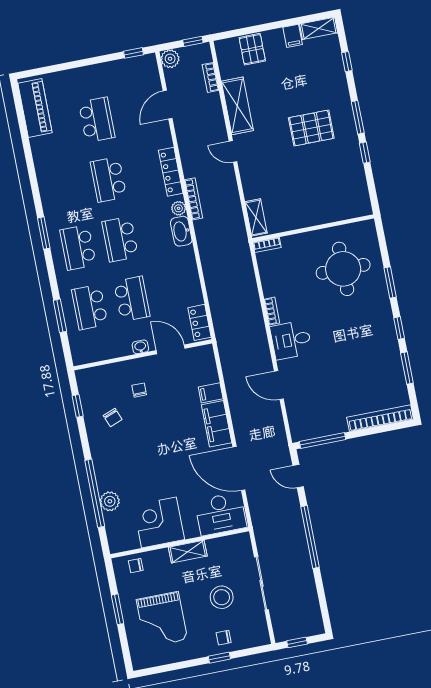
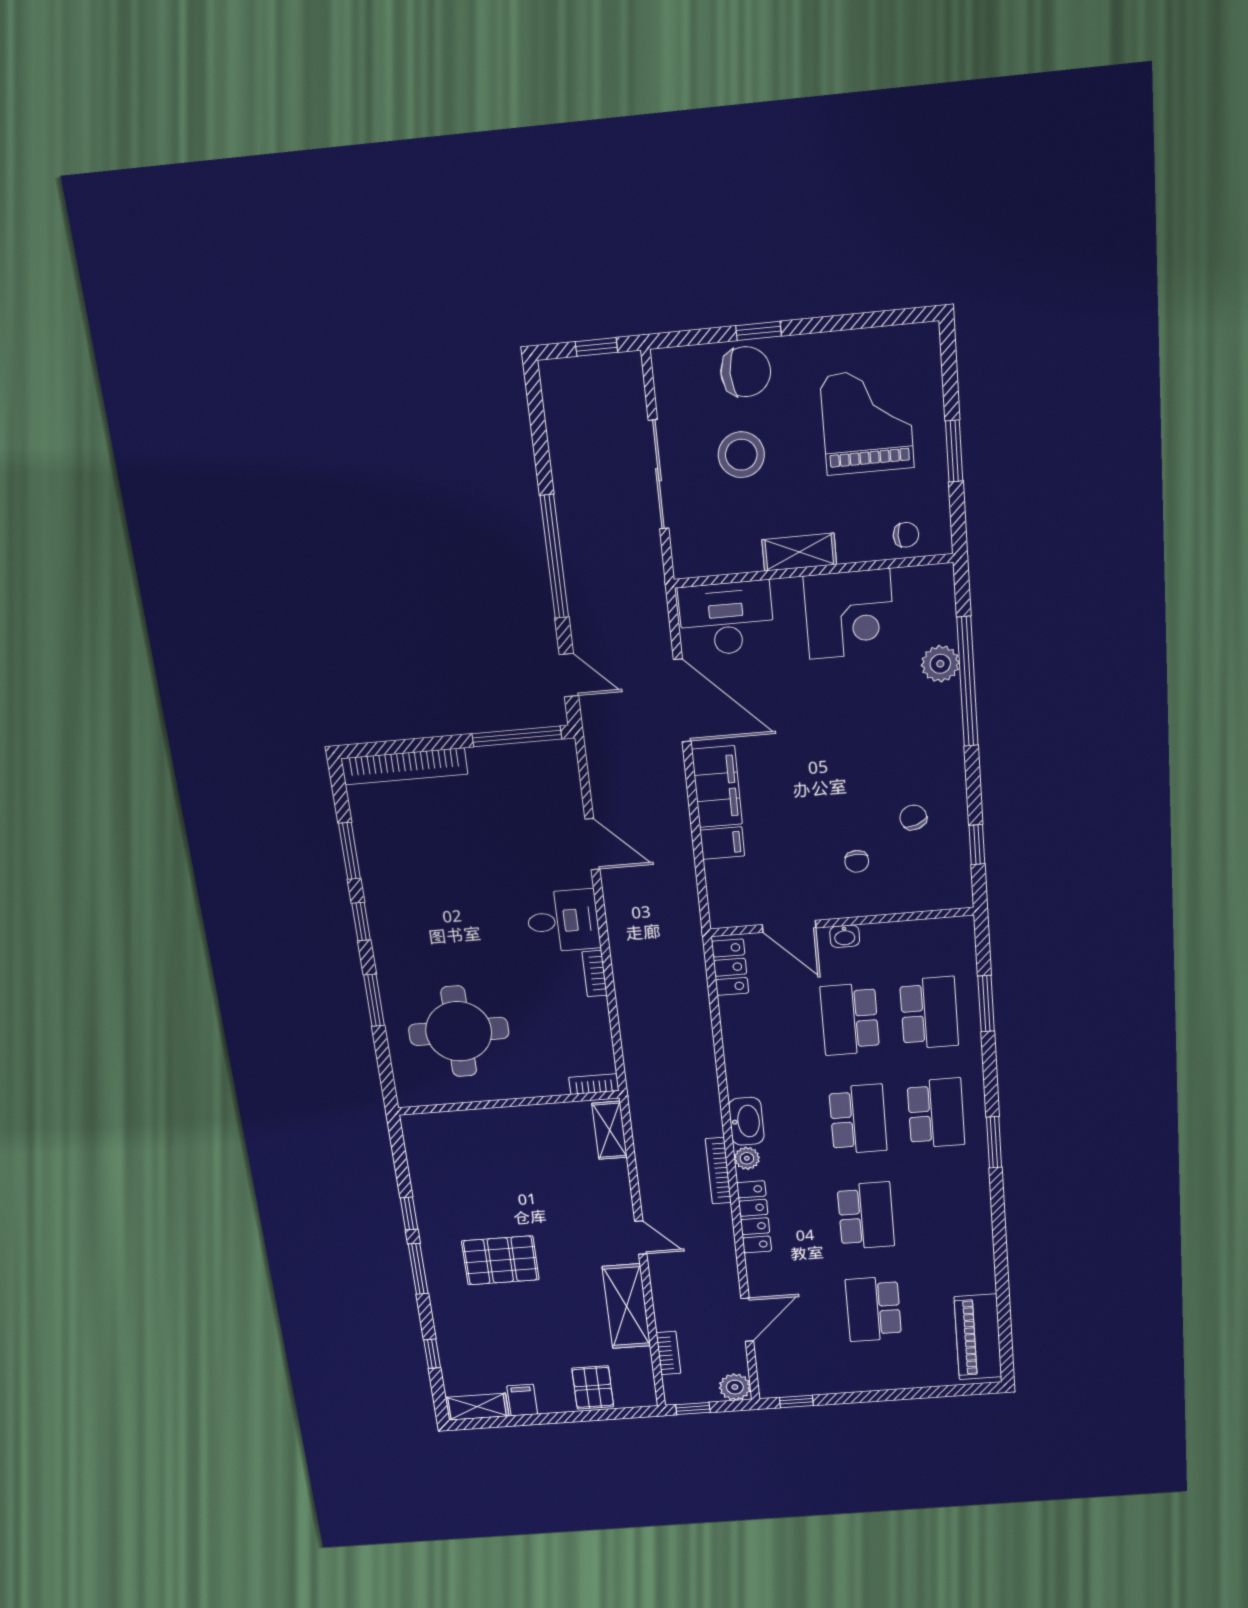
chair: (224, 638) -> (746, 372), width x1.87, depth x1.87

